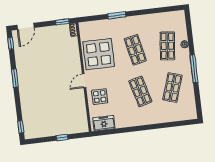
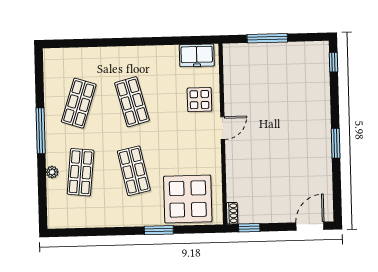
window: (11, 43) -> (337, 201), removed
display table: (99, 54) -> (188, 199), moved
window: (62, 138) -> (267, 38), width x2.17

